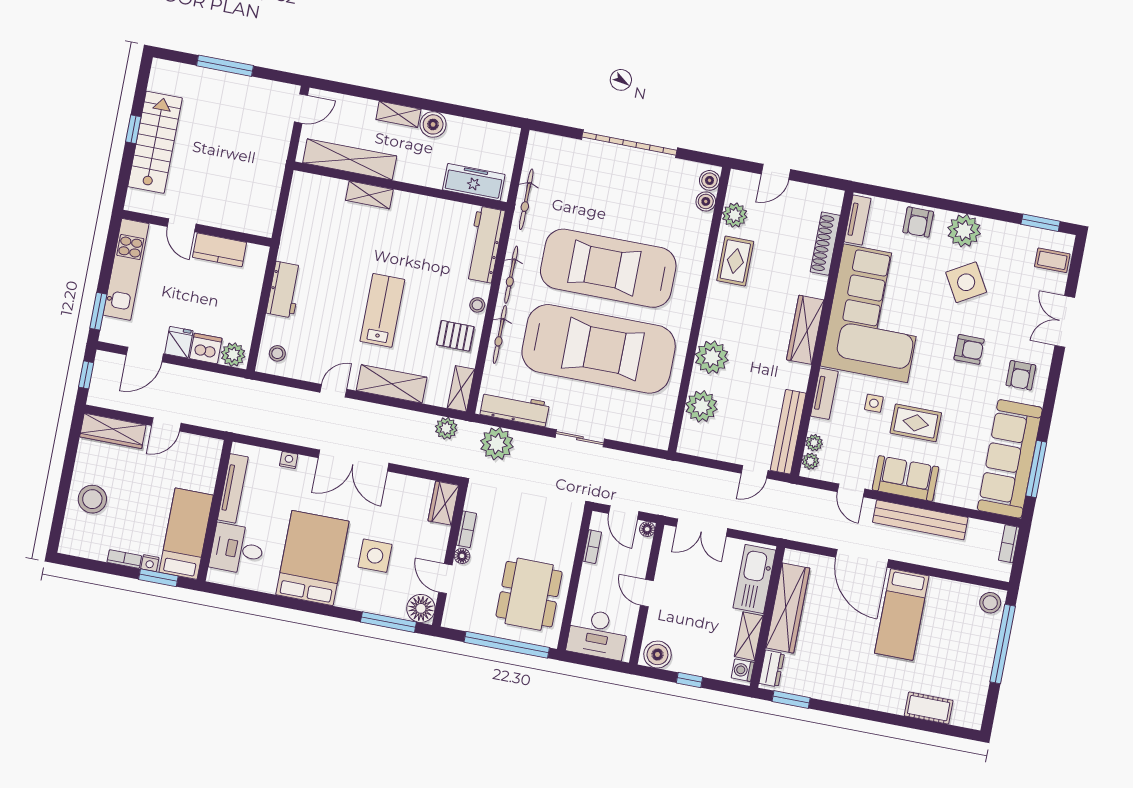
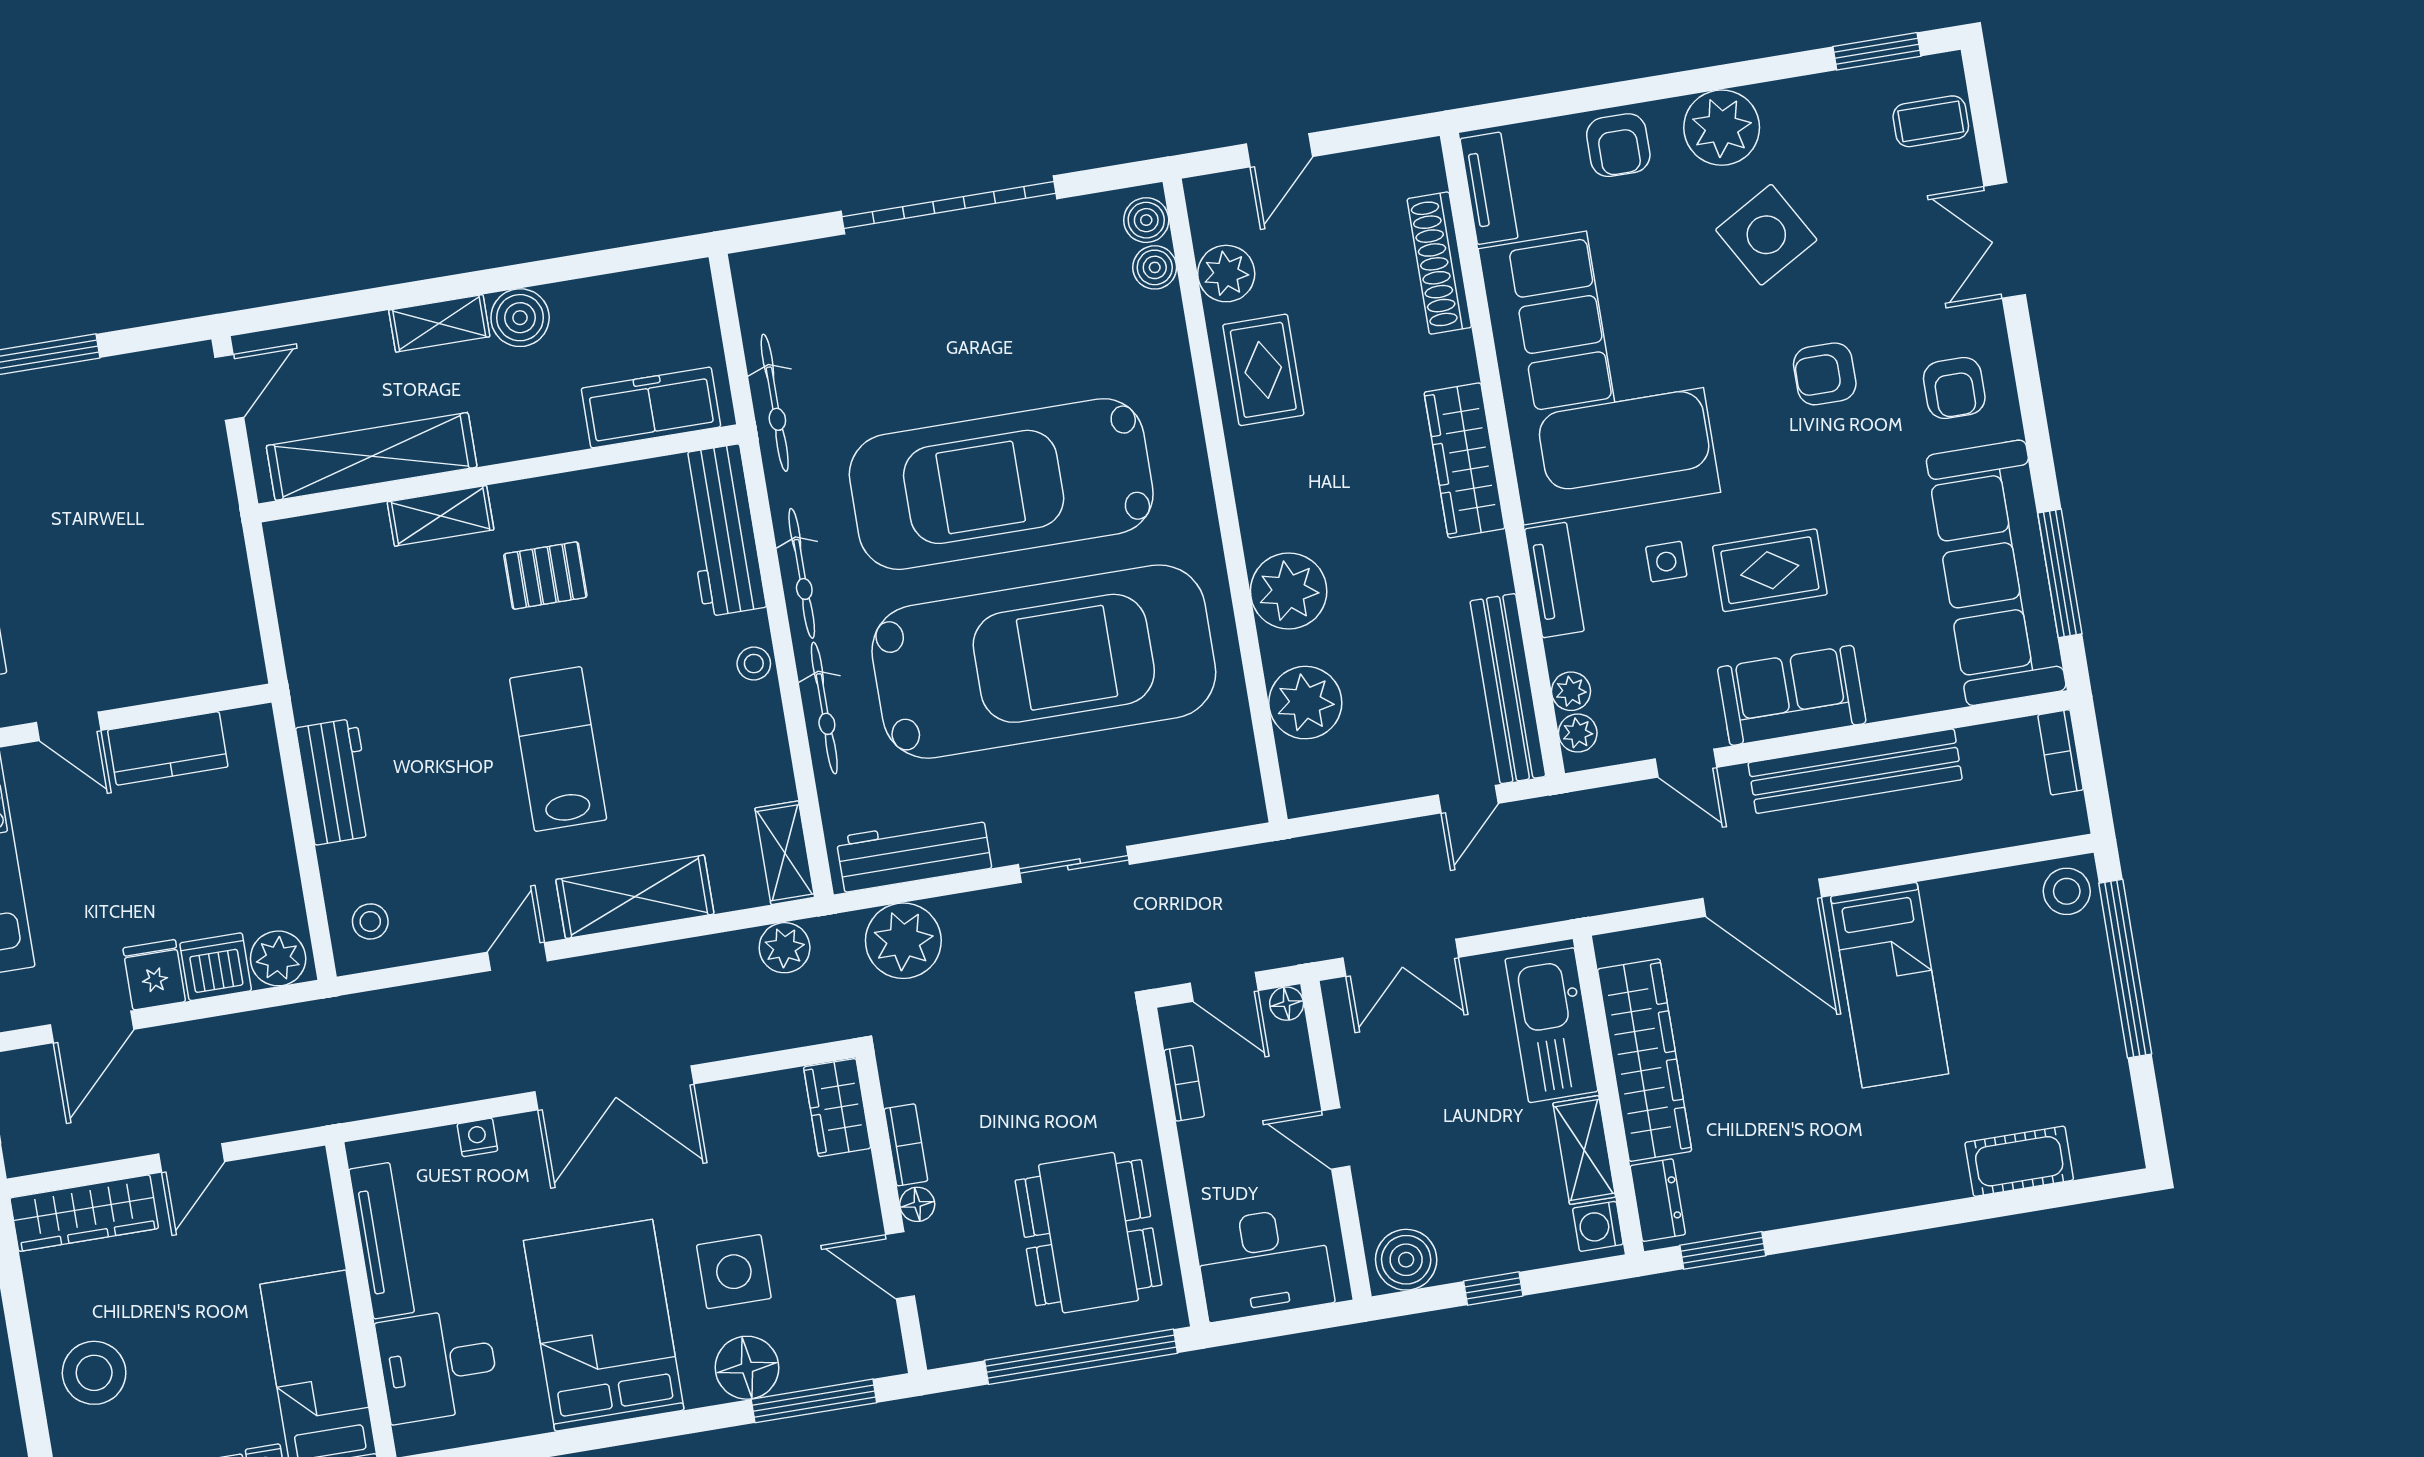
pallet: (455, 336) -> (545, 576), moved
armchair: (969, 349) -> (1825, 374), turned 180
floor lamp: (421, 608) -> (747, 1368), moved

